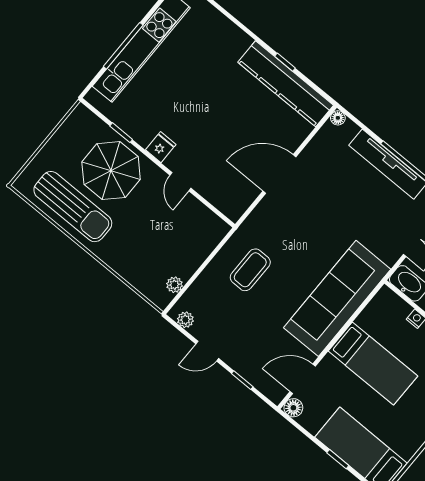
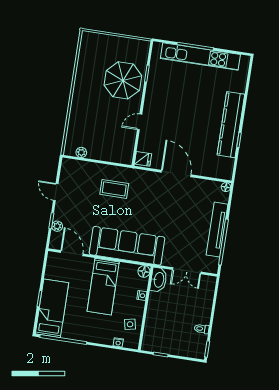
kitchen counter: (286, 84) -> (231, 125), moved
fridge: (161, 147) -> (143, 159), moved
sun lounger: (73, 207) -> (91, 71), removed
plant: (185, 320) -> (57, 226), moved
floor lamp: (293, 408) -> (144, 271), moved

